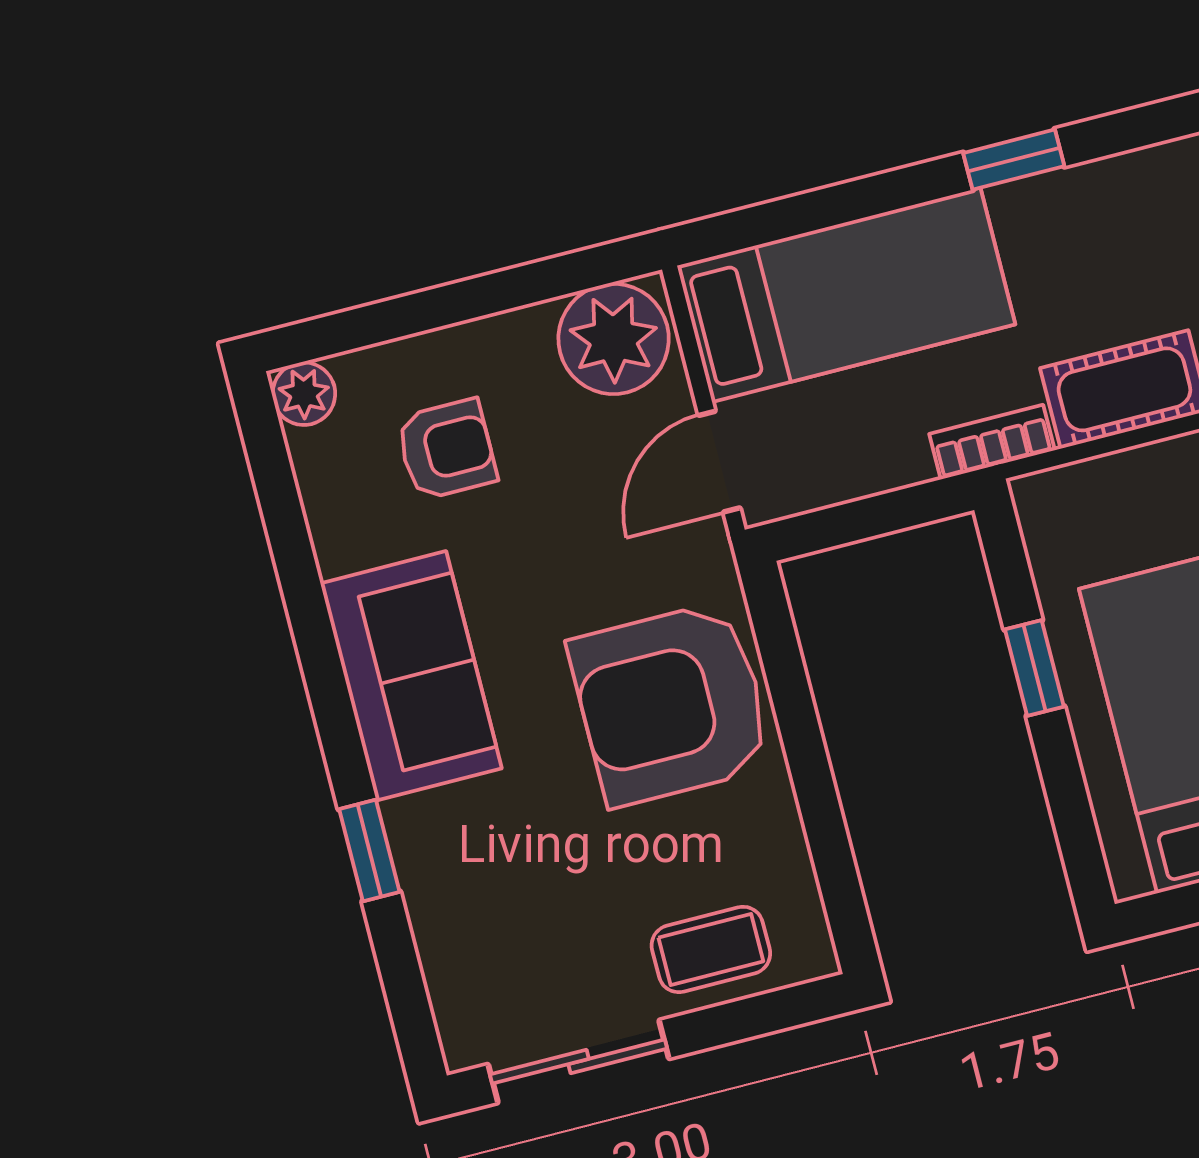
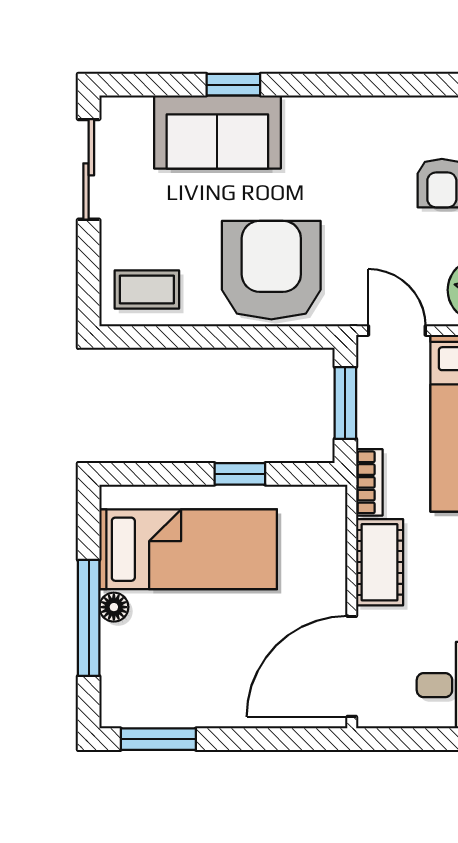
window: (866, 518) -> (345, 403), added
sofa: (411, 676) -> (217, 132), moved
coffee table: (711, 949) -> (147, 290), moved, turned 90

